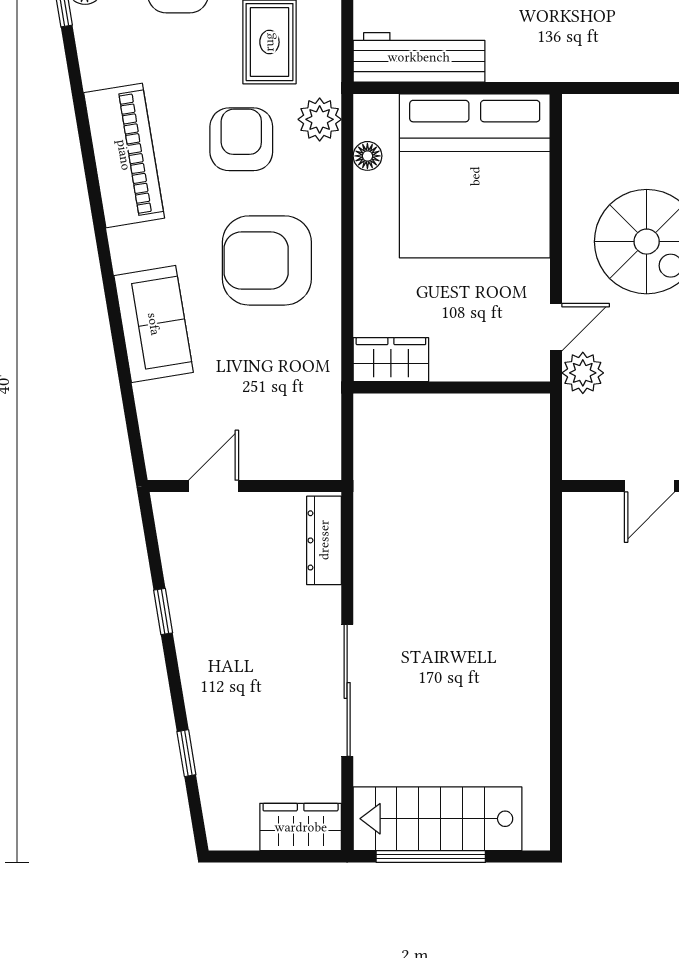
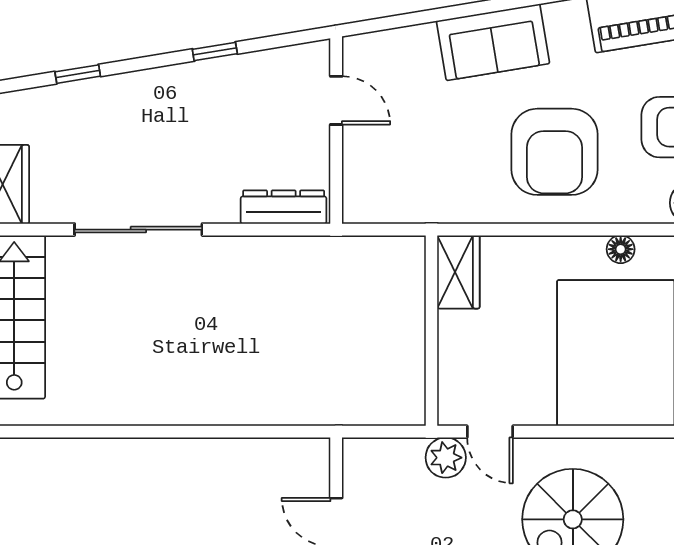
floor lamp: (367, 156) -> (621, 249), moved
armchair: (267, 260) -> (554, 152), turned 180

